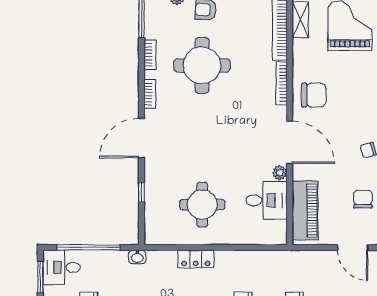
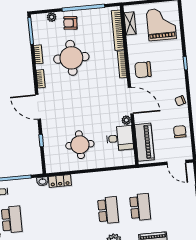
chair: (314, 95) -> (143, 70), turned 180
door: (141, 138) -> (38, 107), hinge flipped
locker: (196, 259) -> (60, 181), moved

